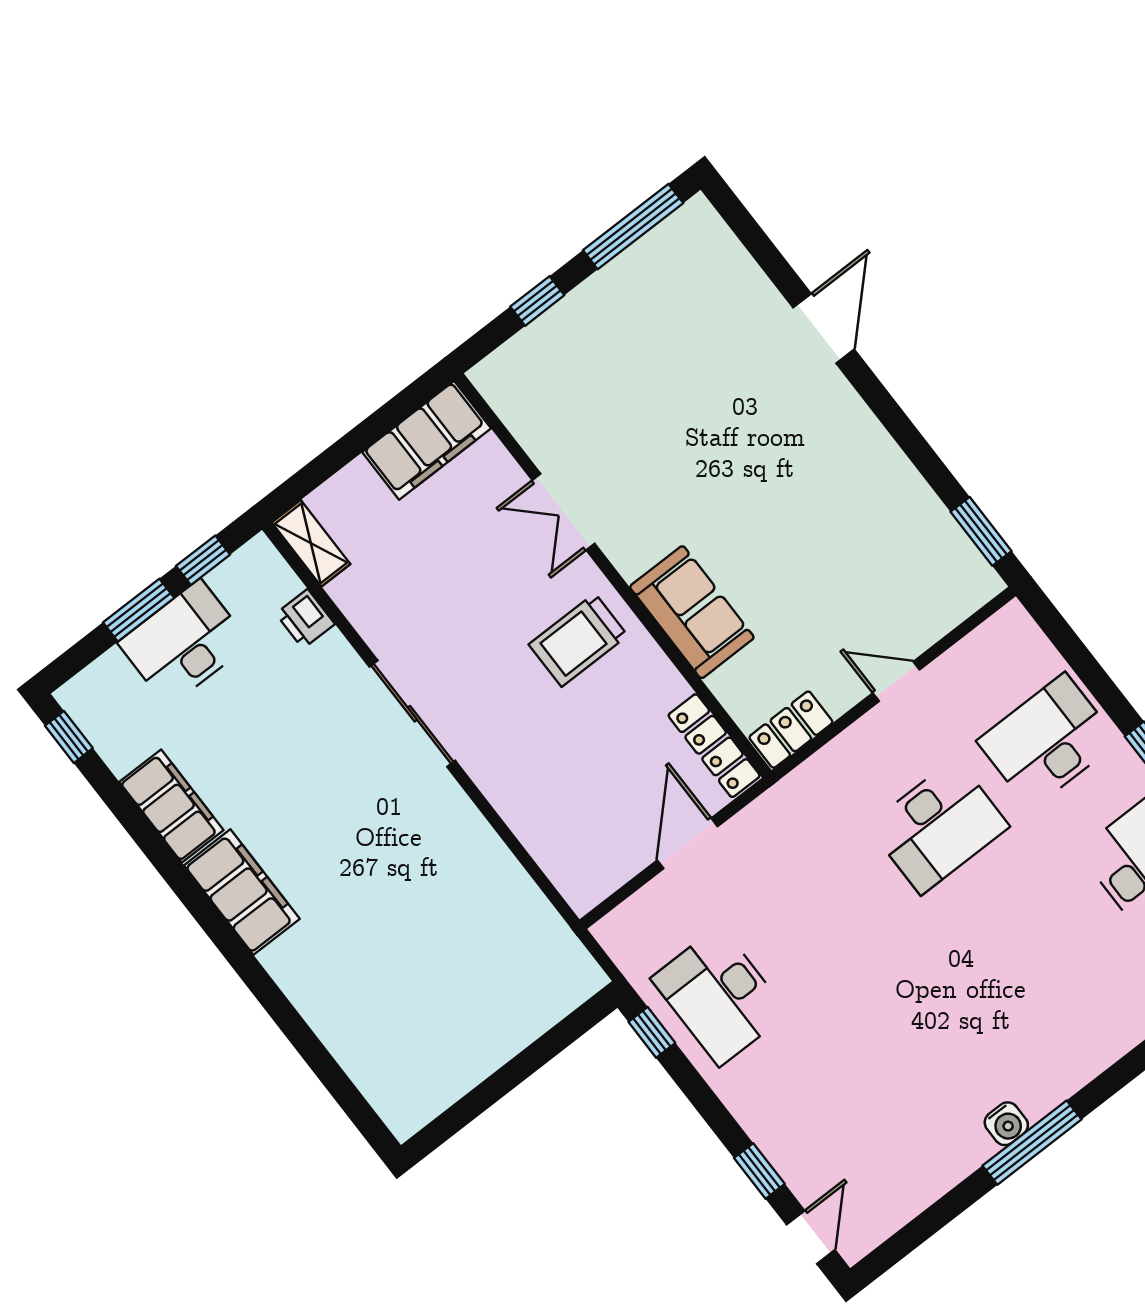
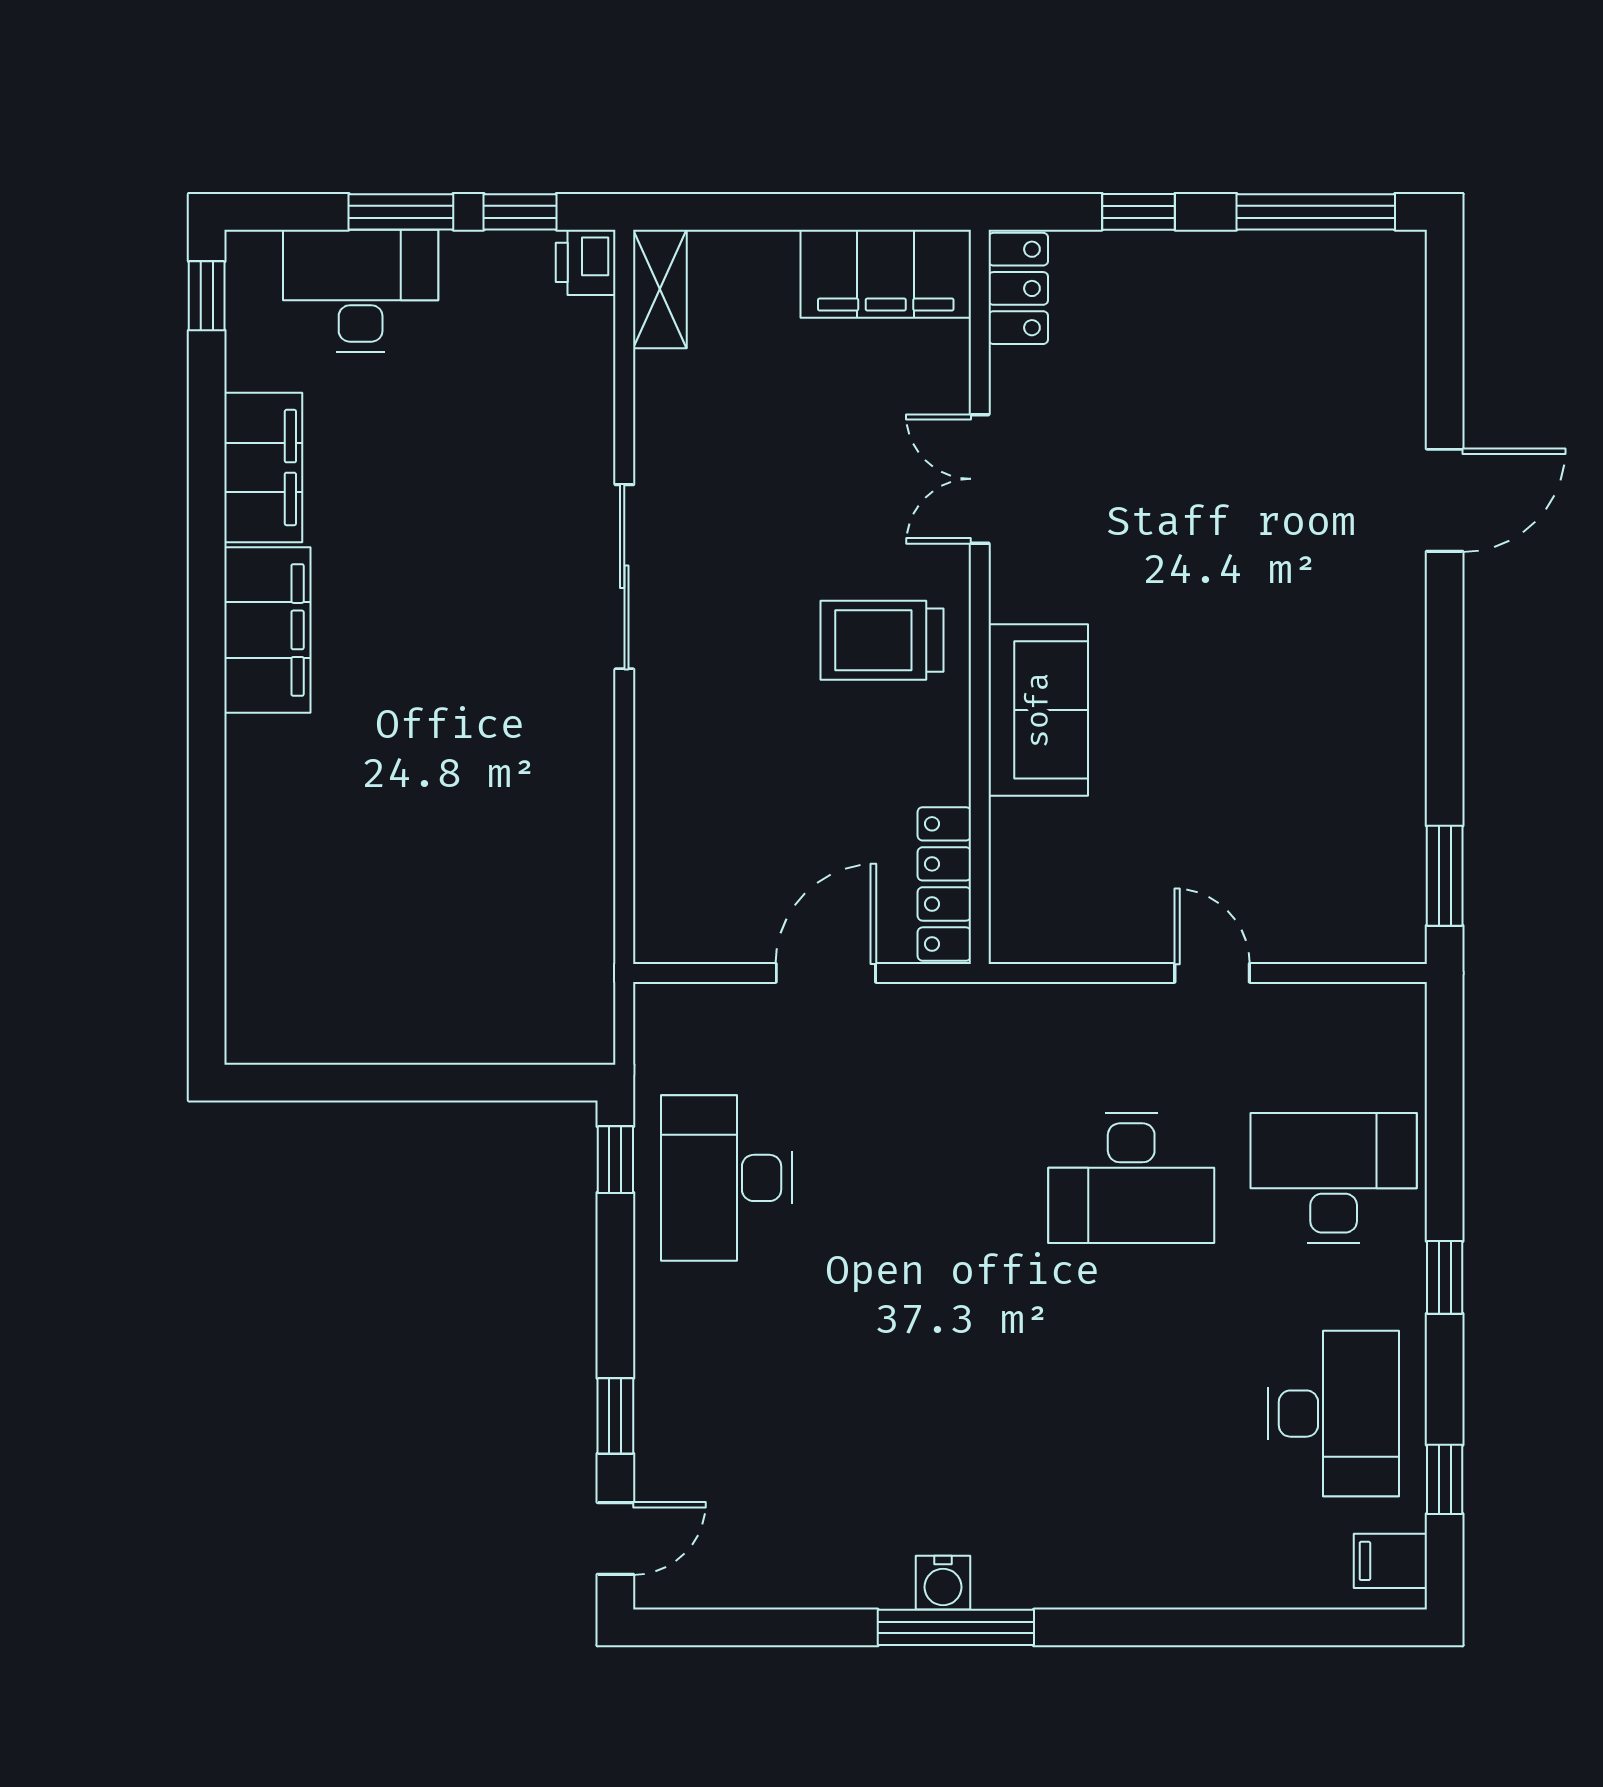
printer: (305, 619) -> (586, 262), moved
desk: (184, 643) -> (361, 291), moved
locker: (791, 730) -> (1018, 288), moved, turned 90

